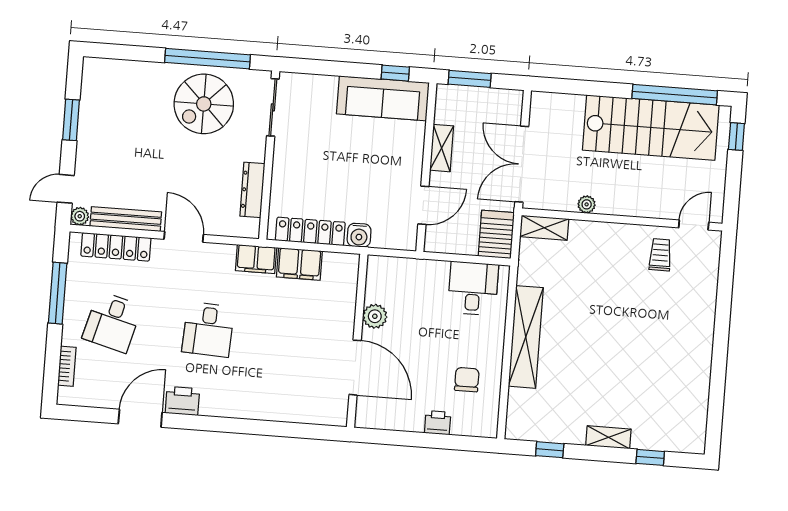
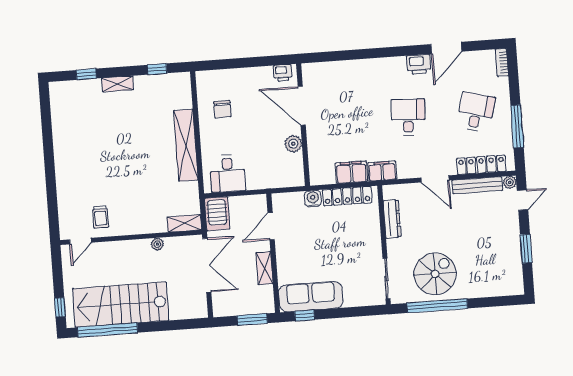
bookcase: (67, 366) -> (502, 62), moved
printer: (438, 423) -> (283, 73), moved

